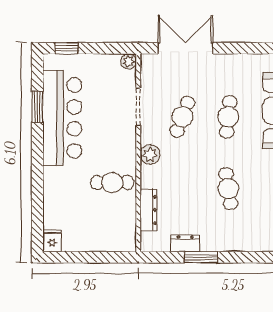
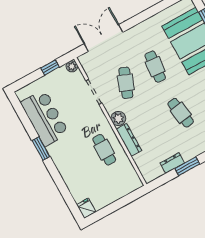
window: (67, 48) -> (50, 67), moved
window: (37, 107) -> (41, 149), moved
bar counter: (62, 118) -> (45, 118), width x0.73
cafe table: (112, 183) -> (104, 150), turned 90
dresser: (148, 210) -> (129, 140), moved

